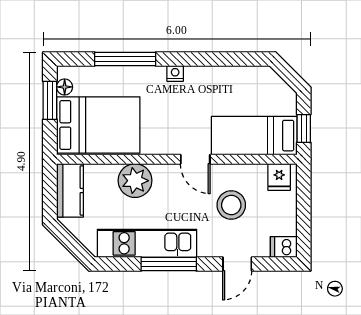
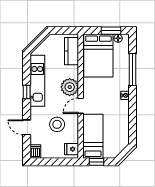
plant: (135, 181) -> (70, 87), moved
kitchen counter: (70, 190) -> (71, 51), moved, turned 90
window: (169, 264) -> (27, 92), width x0.46

